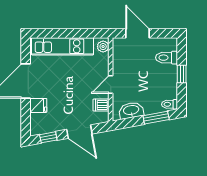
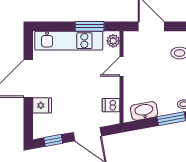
window: (81, 33) -> (90, 26), added
door: (111, 85) -> (122, 67), moved

